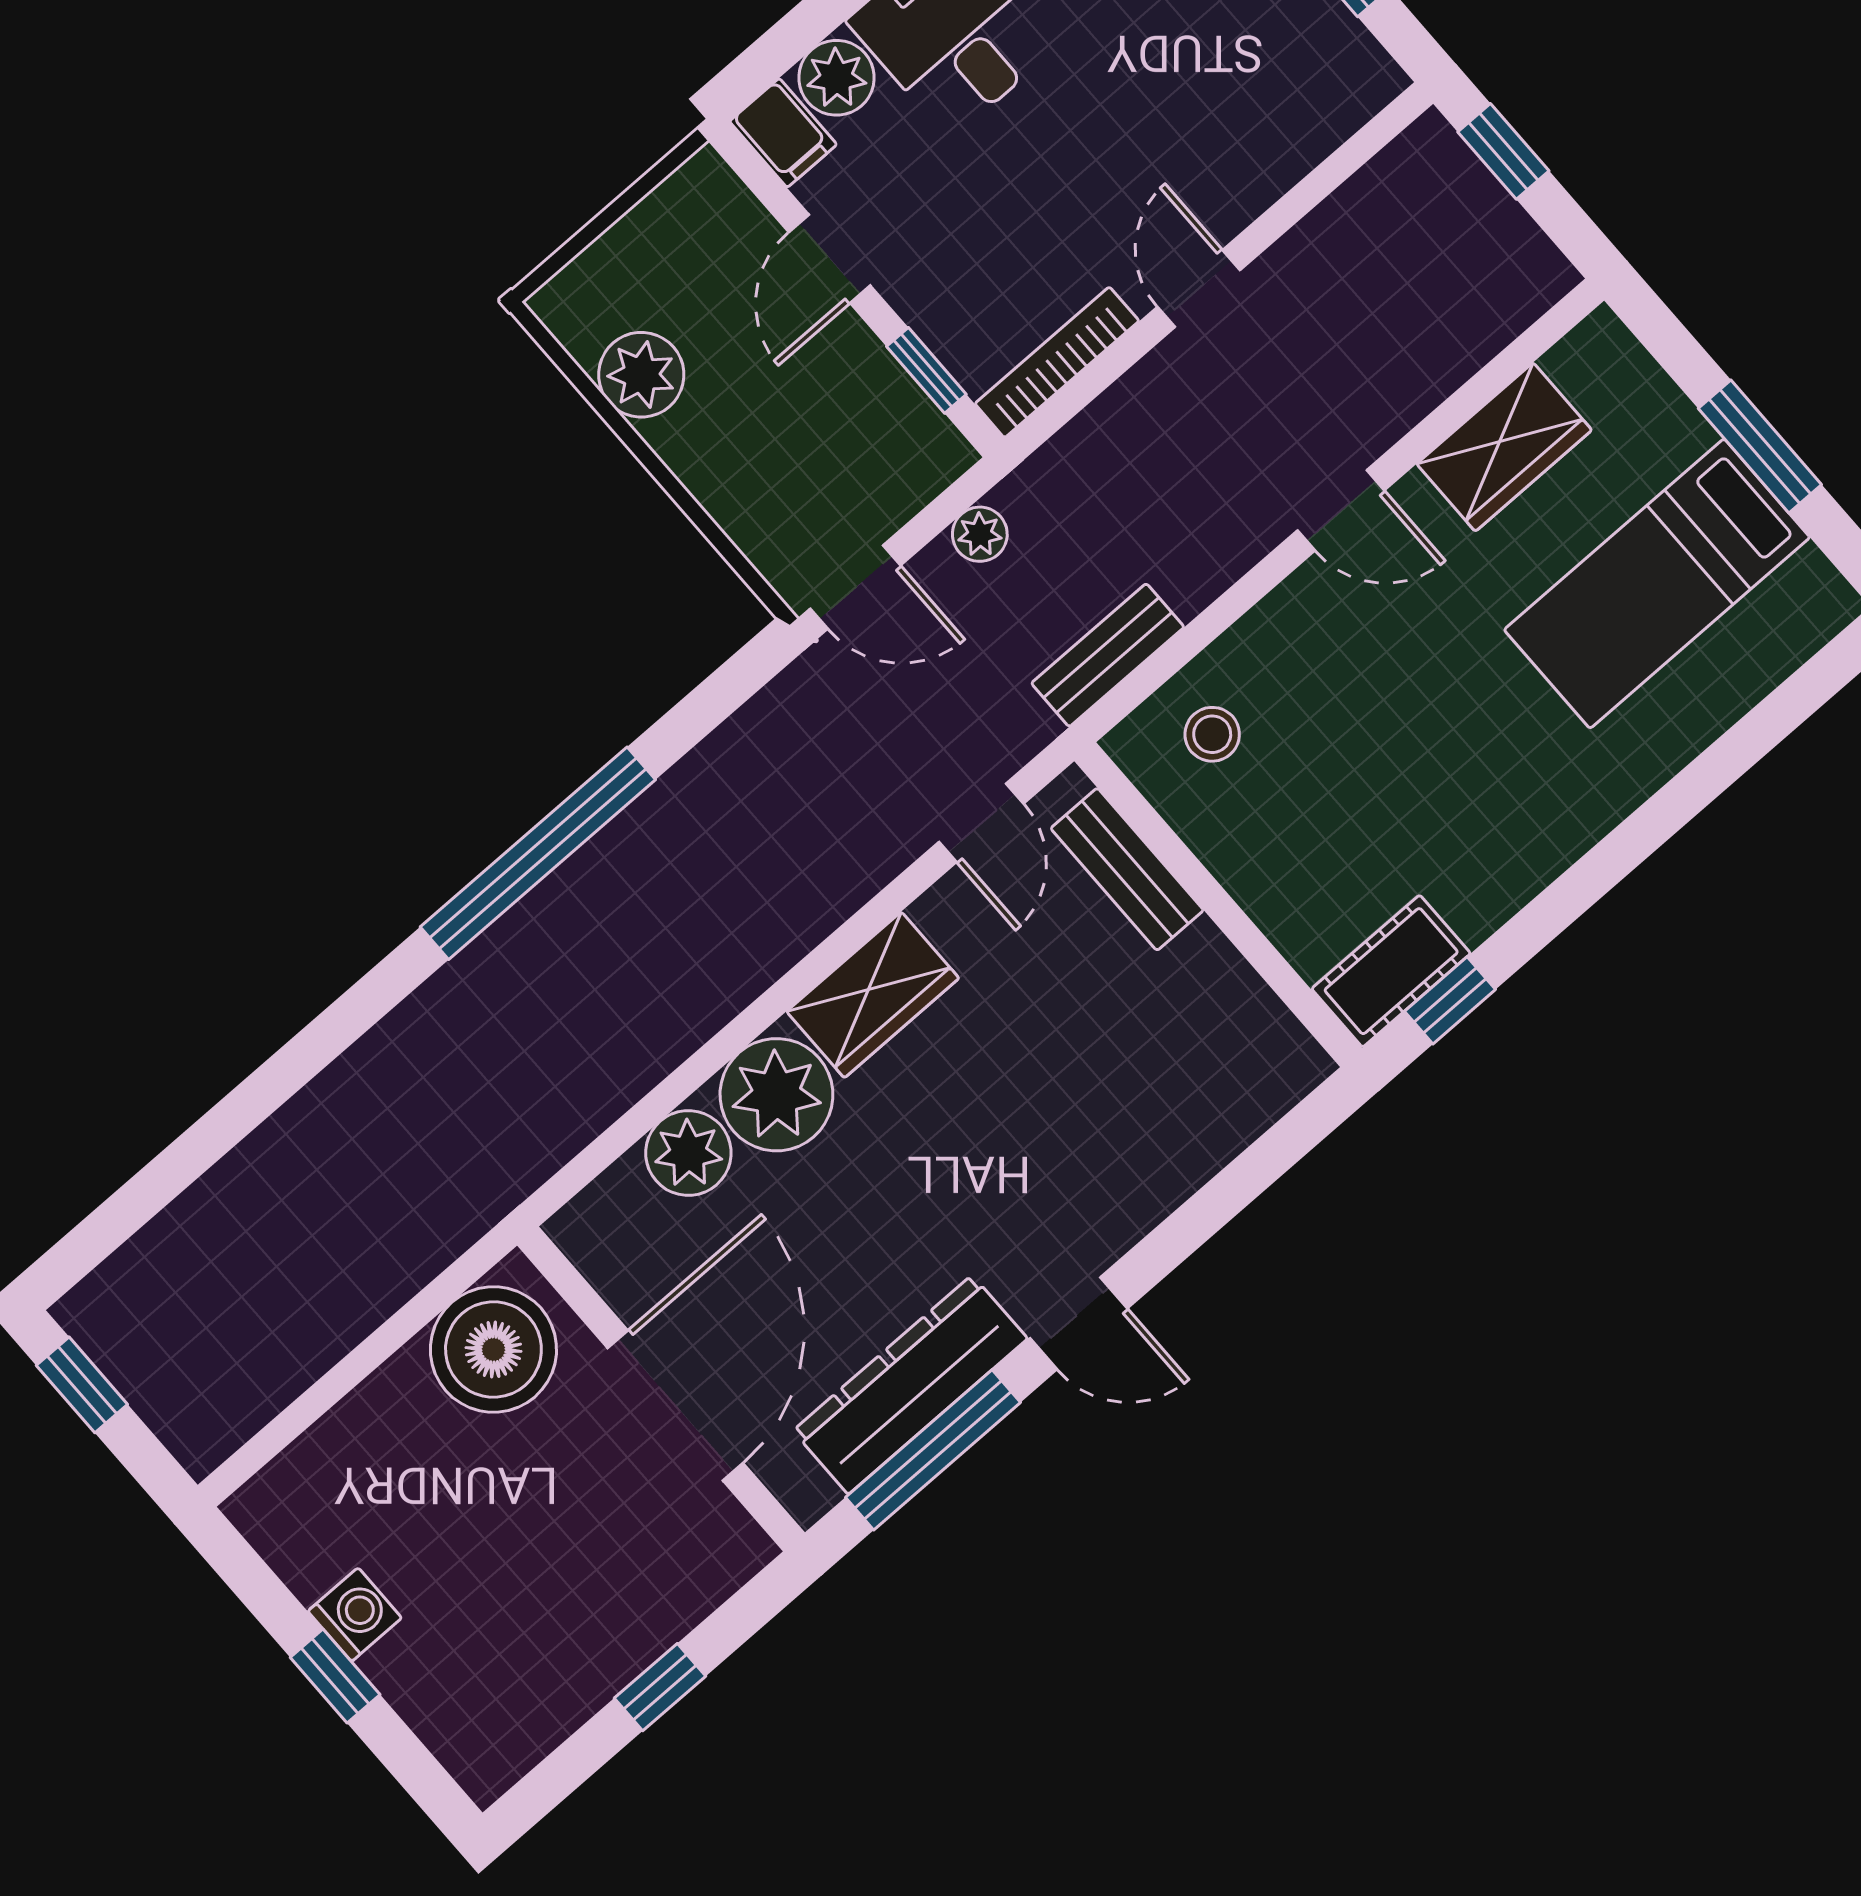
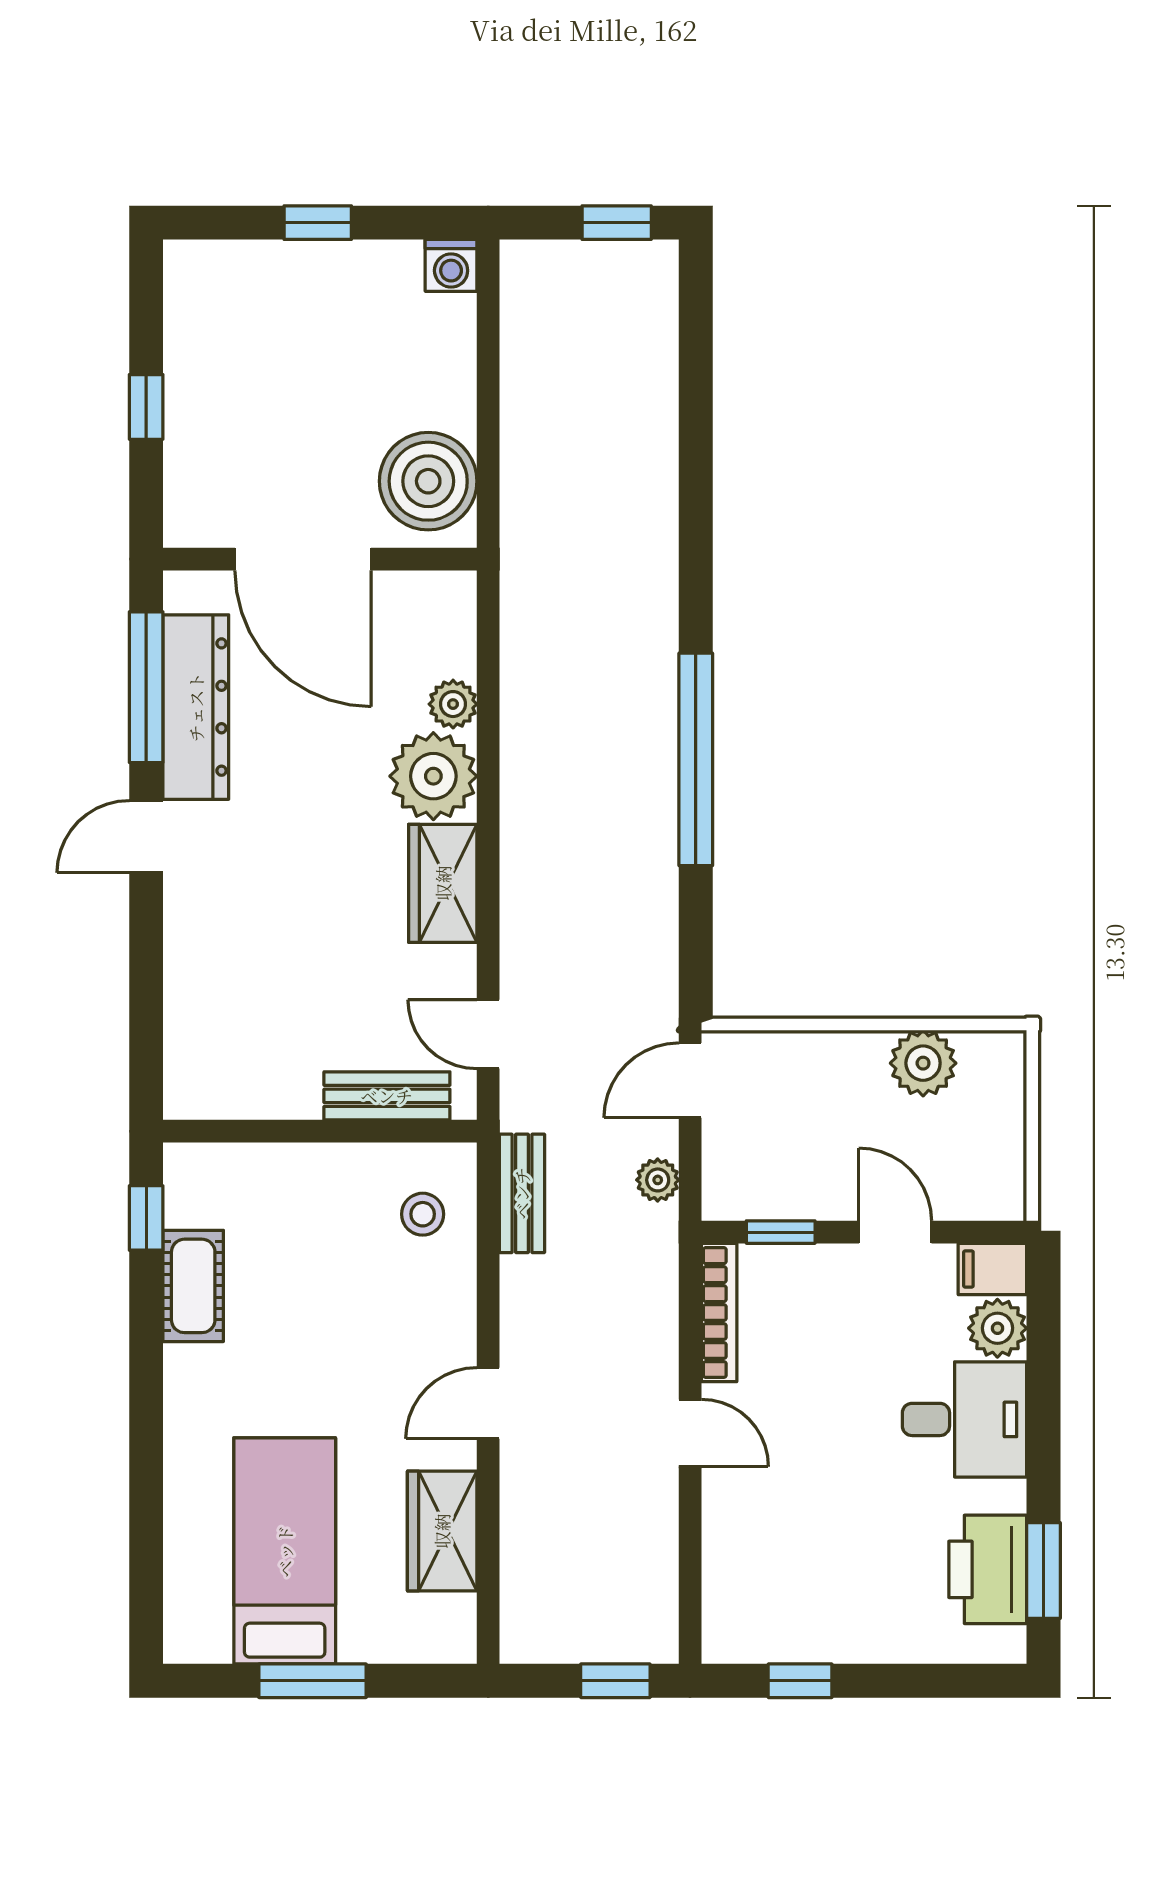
cot: (1391, 971) -> (193, 1286), moved
plant: (688, 1153) -> (453, 704), width x0.73, depth x0.73
washing machine: (355, 1615) -> (451, 265), moved

